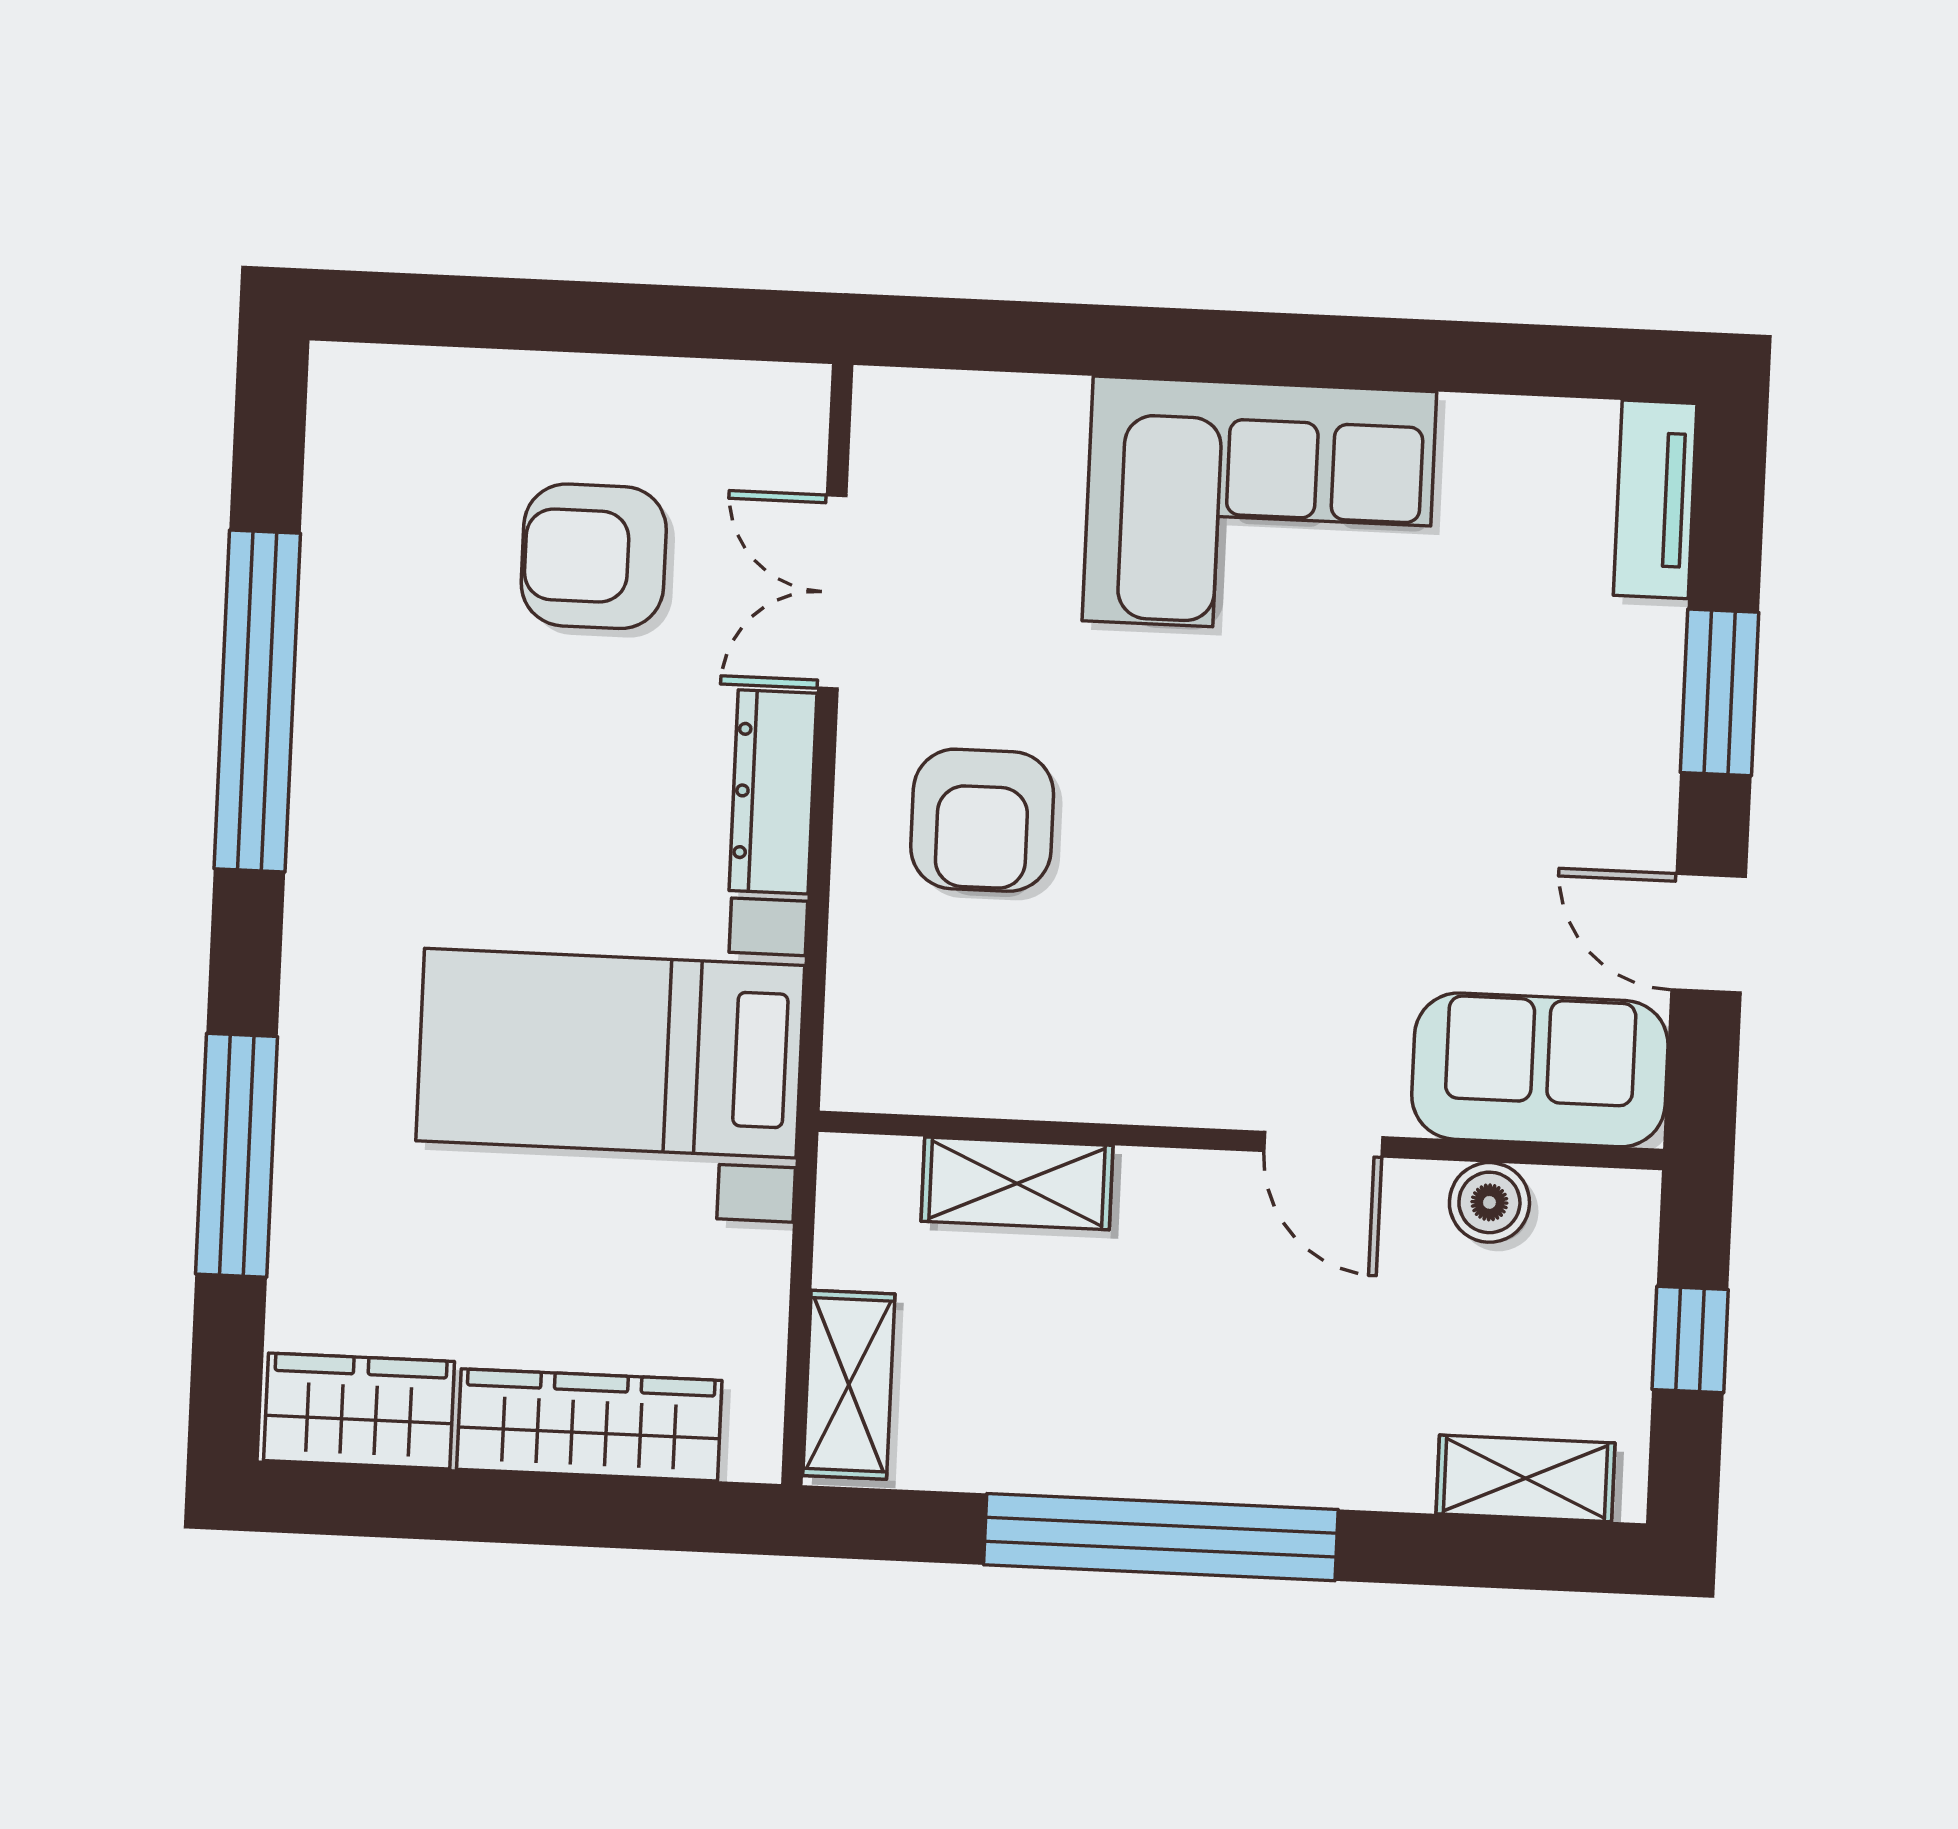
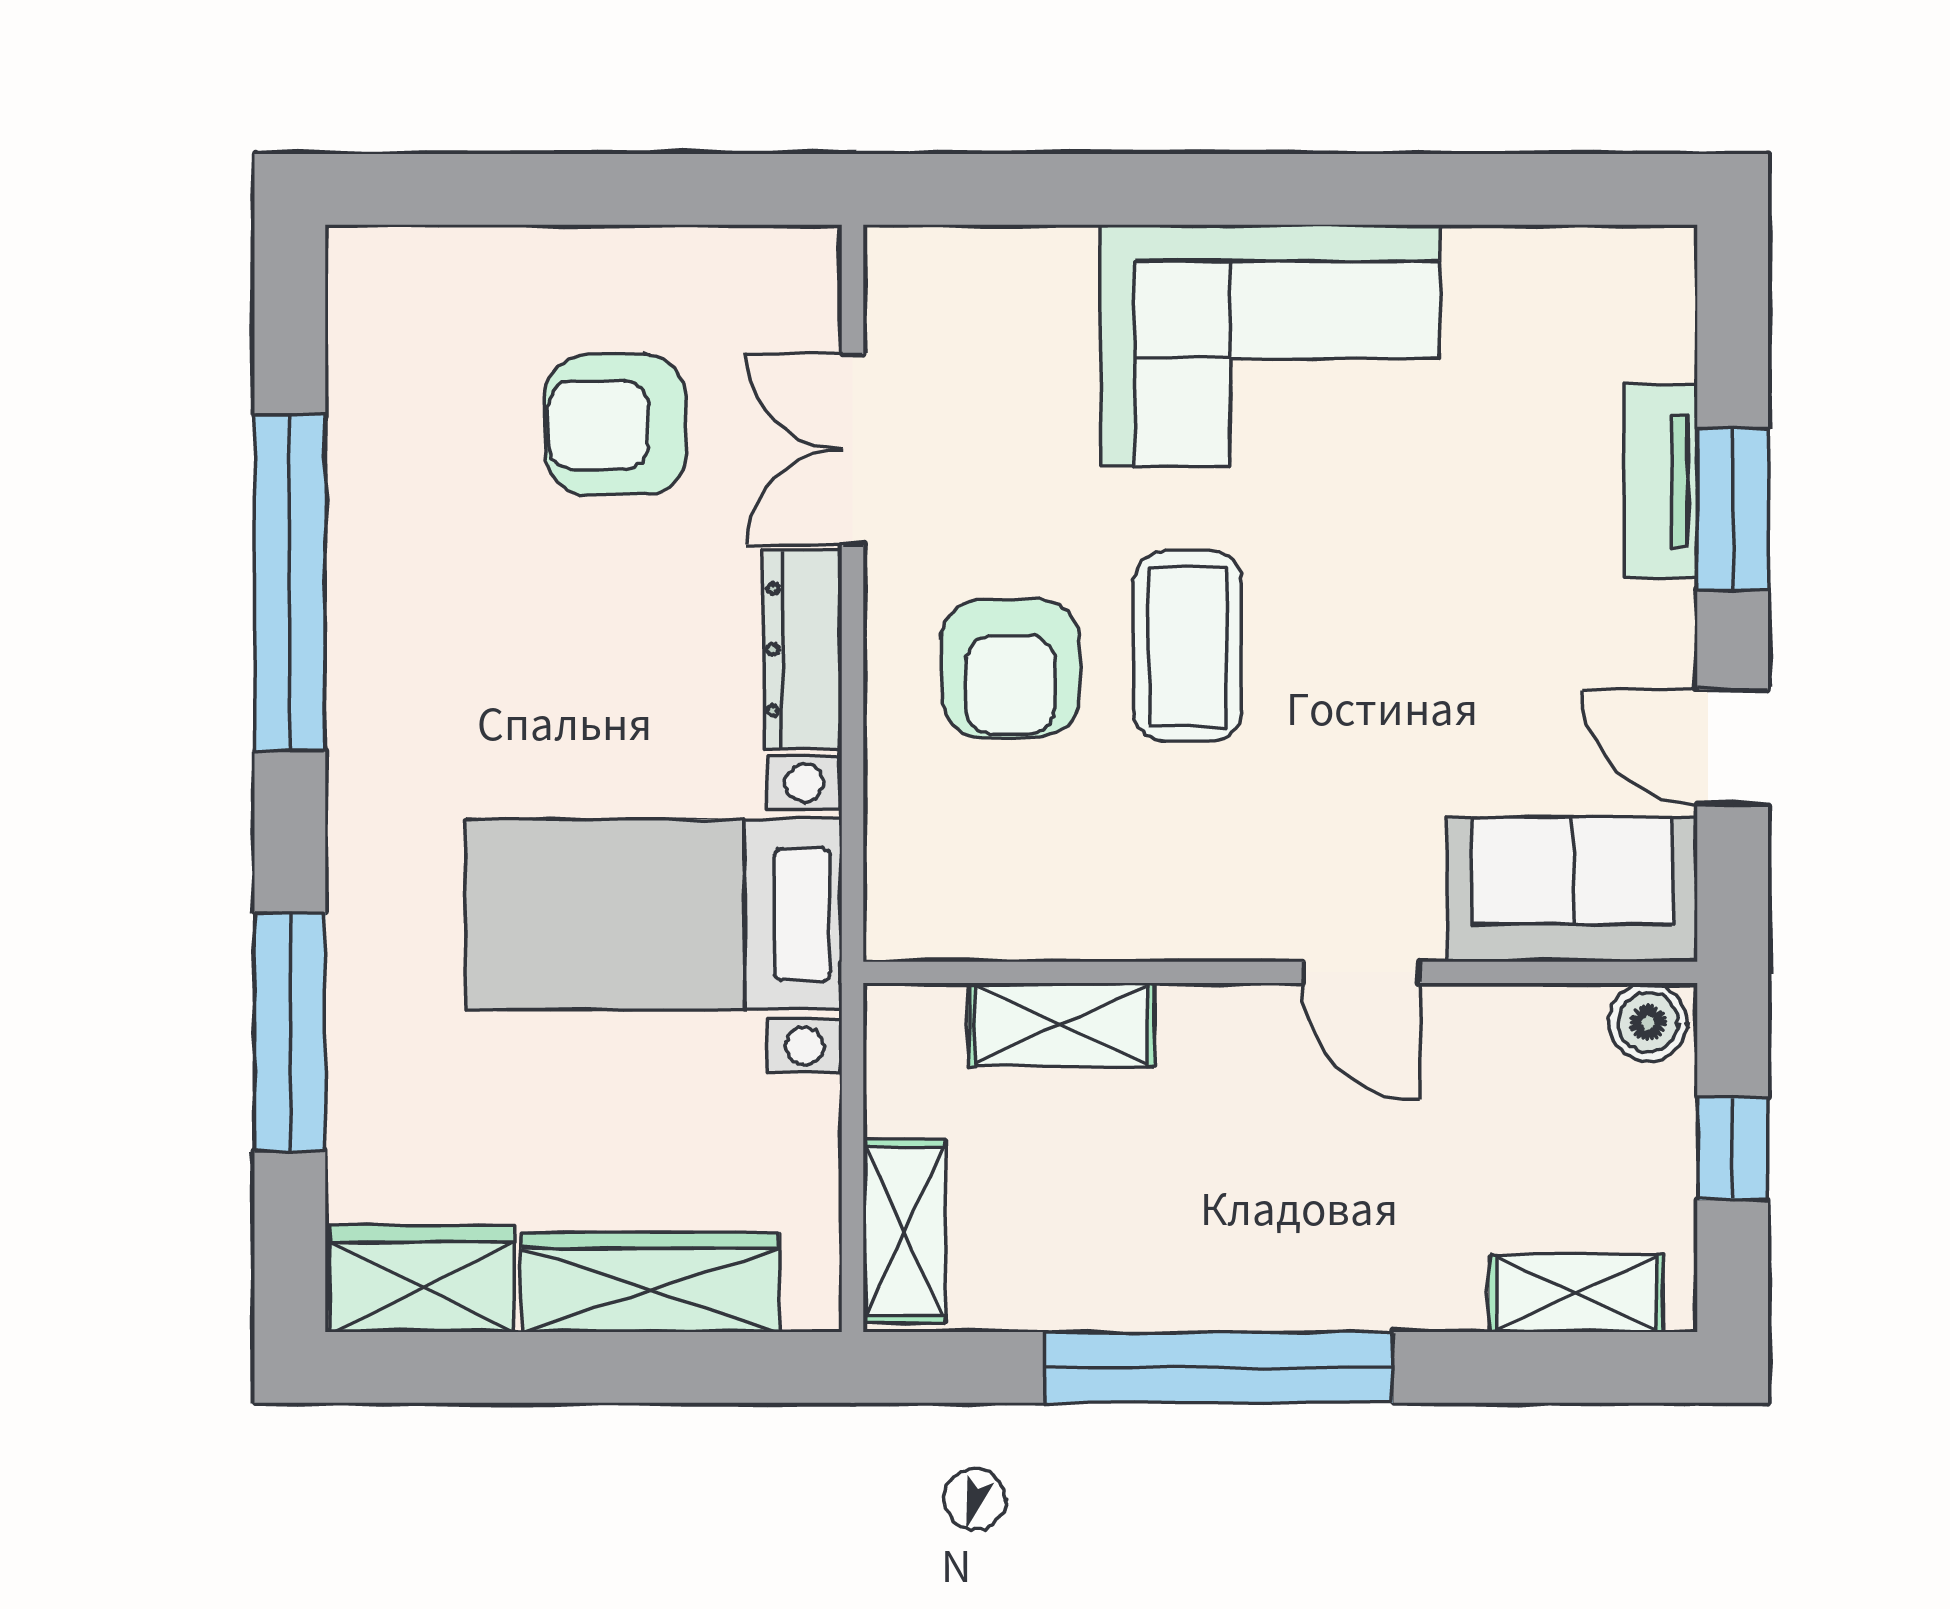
tv unit: (1655, 499) -> (1660, 481), moved
coffee table: (1162, 806) -> (1188, 646), added
boiler: (1489, 1202) -> (1648, 1022), moved

